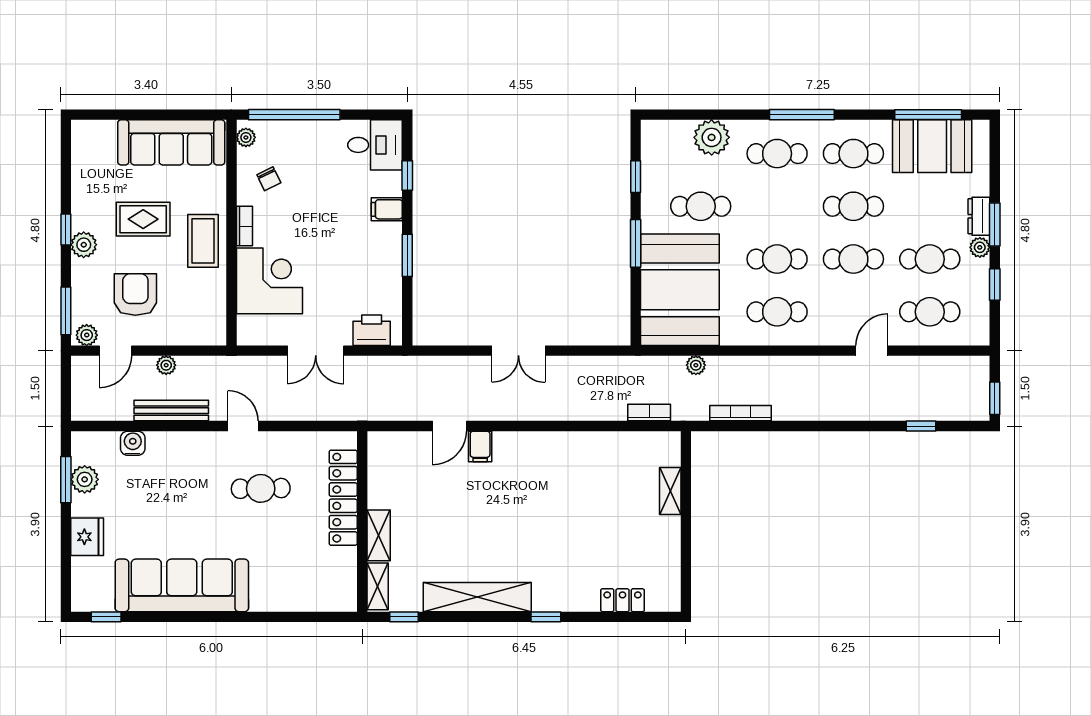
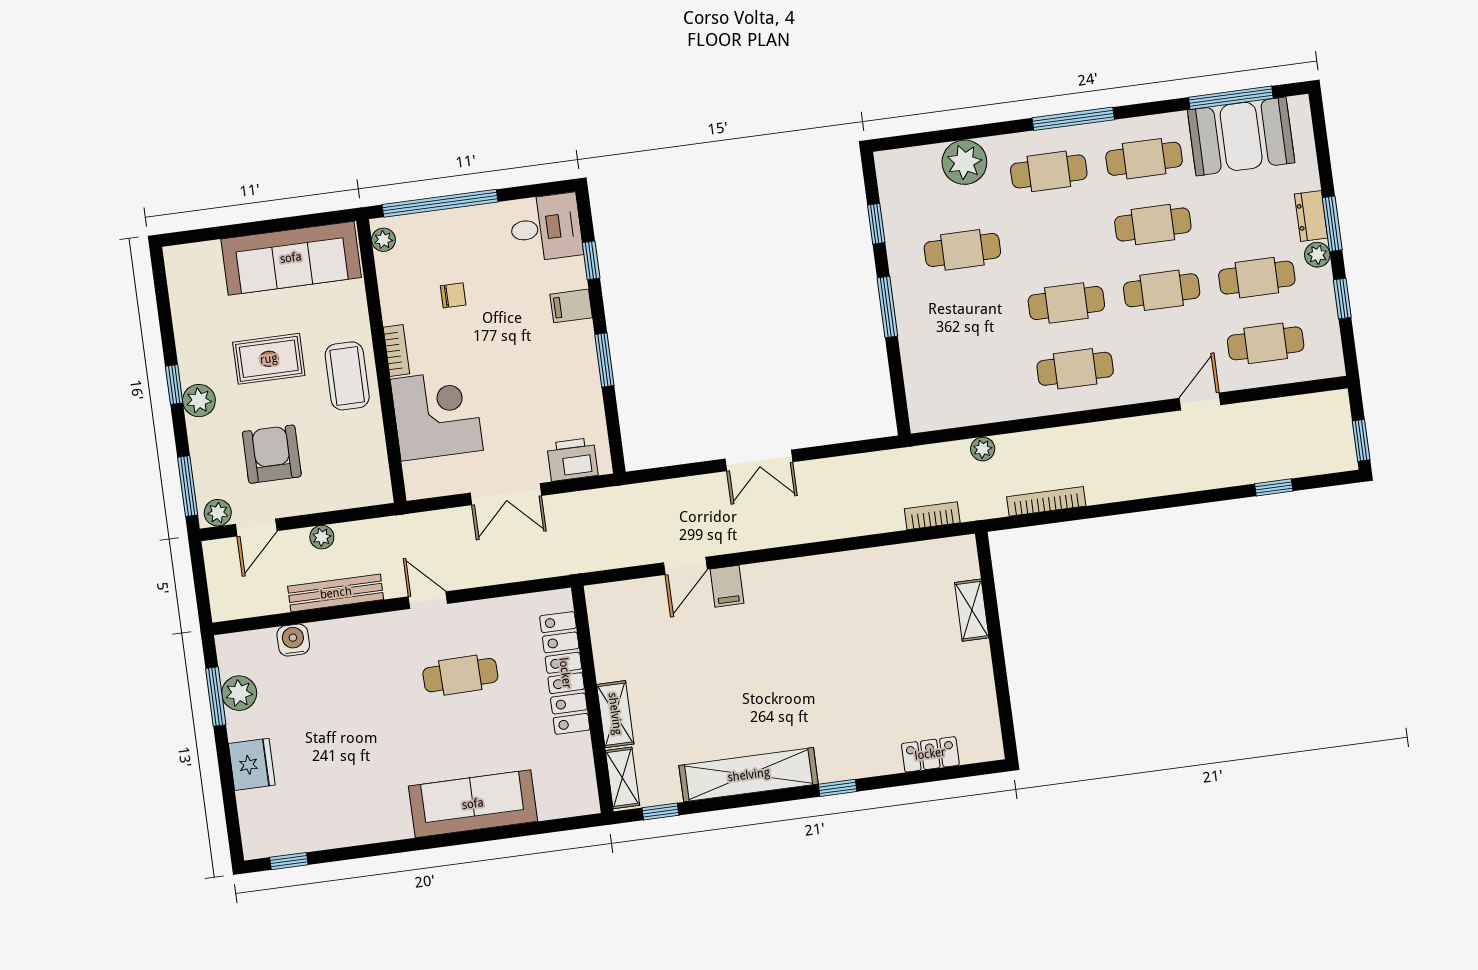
chair: (269, 179) -> (453, 295), moved, turned -64
booth: (680, 290) -> (950, 358), removed
sofa: (182, 585) -> (473, 804), moved, width x0.74, depth x0.79

